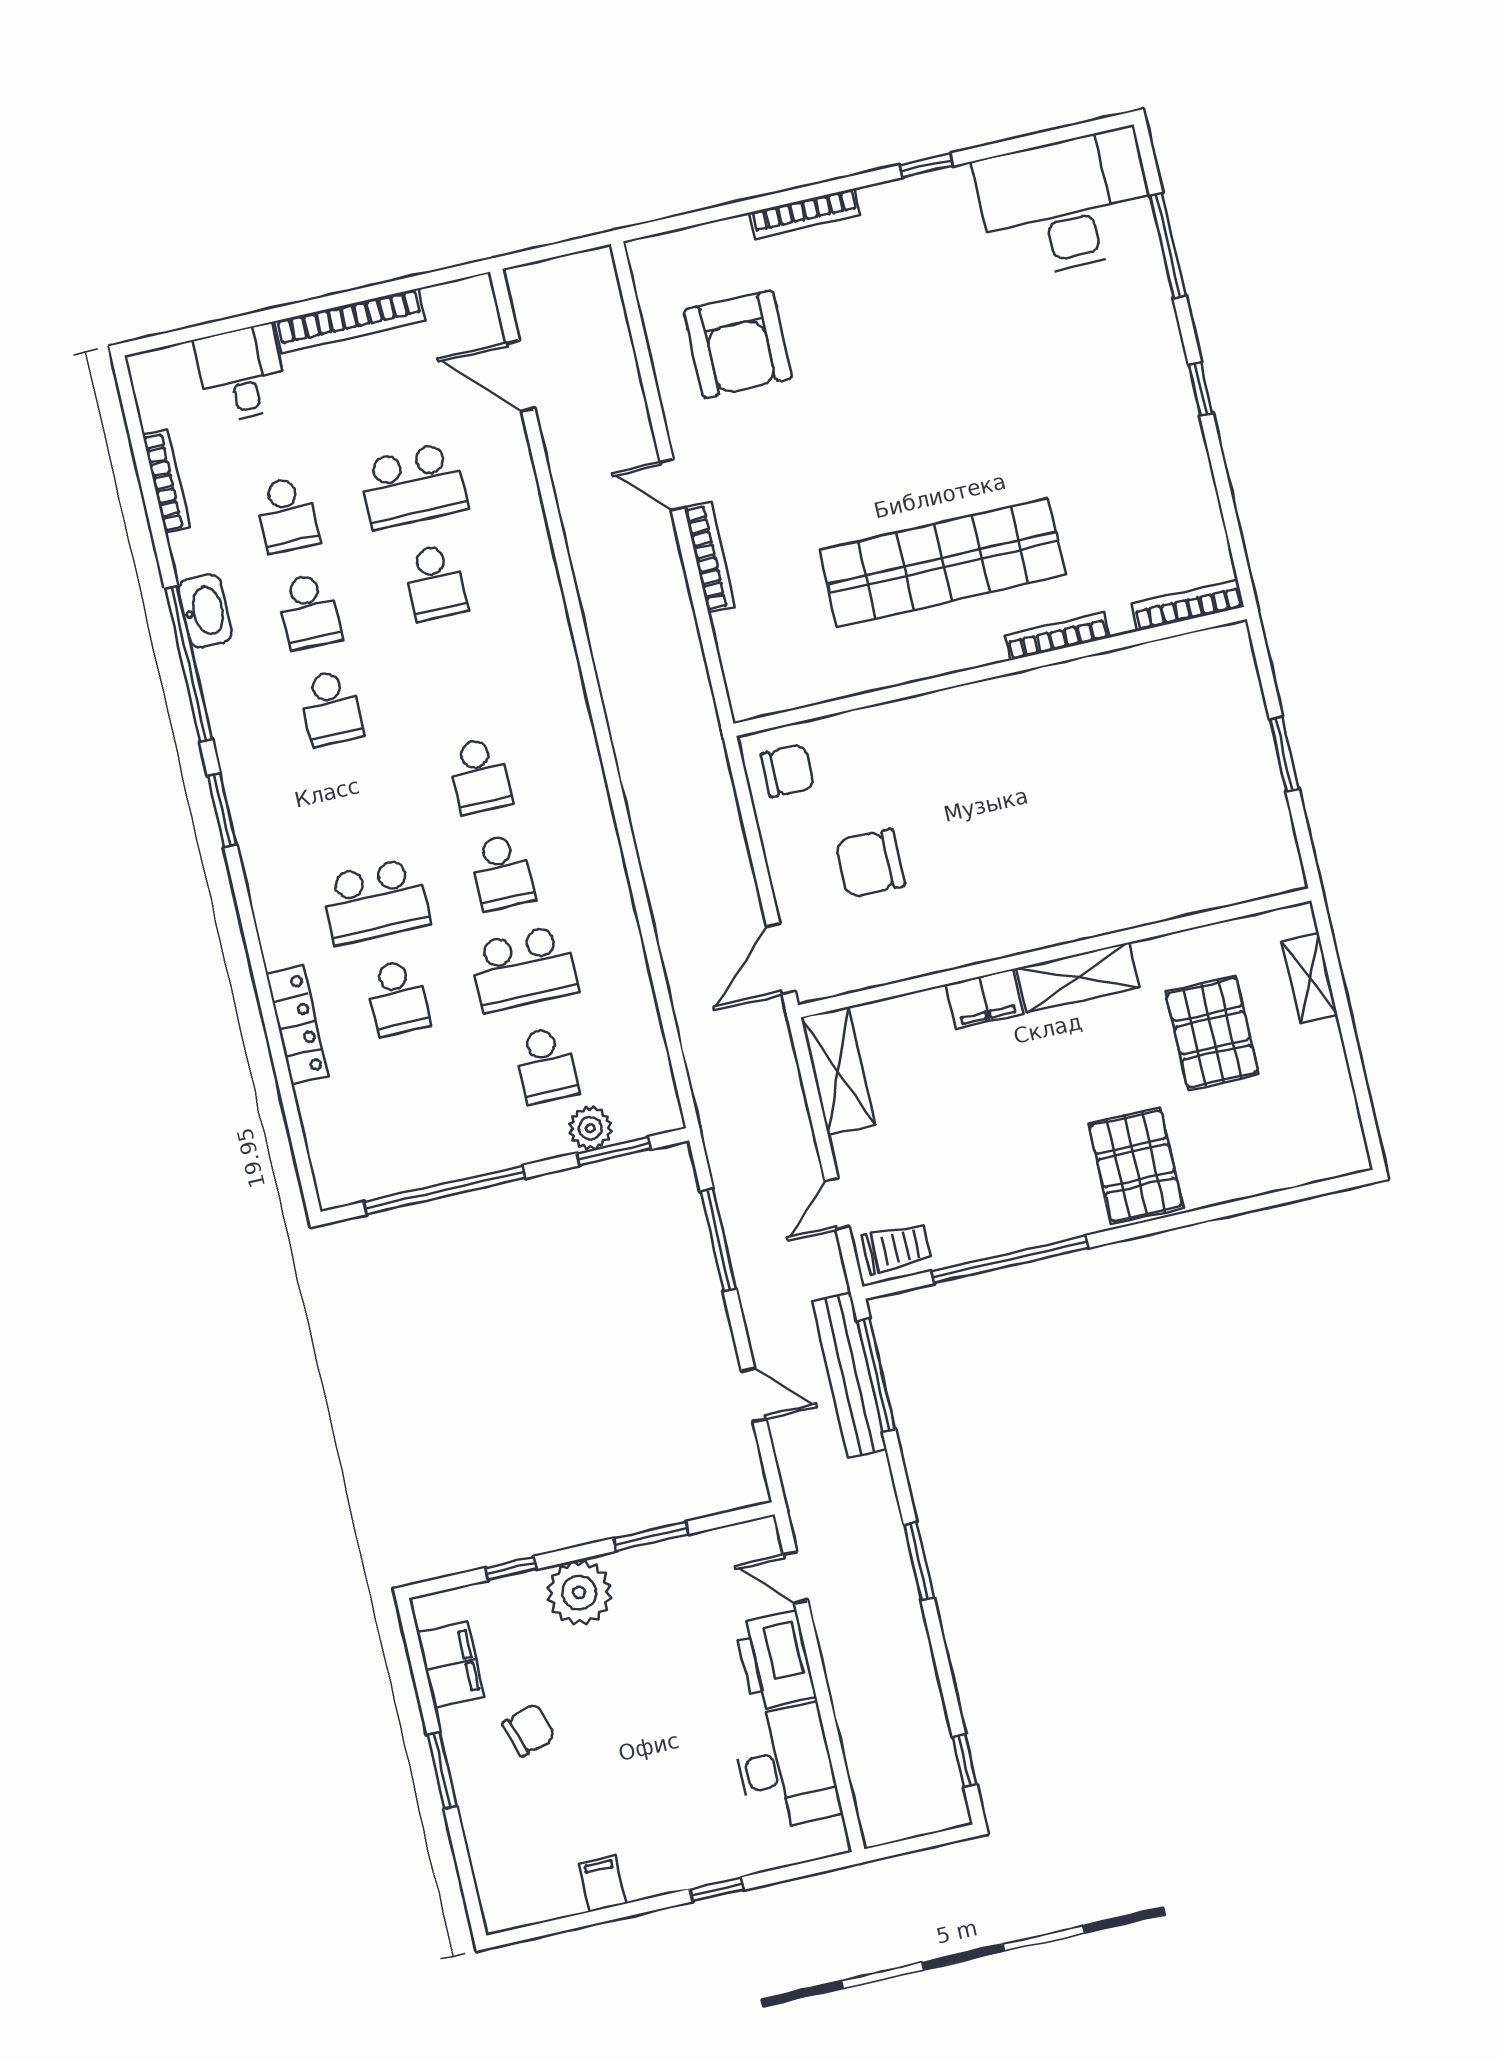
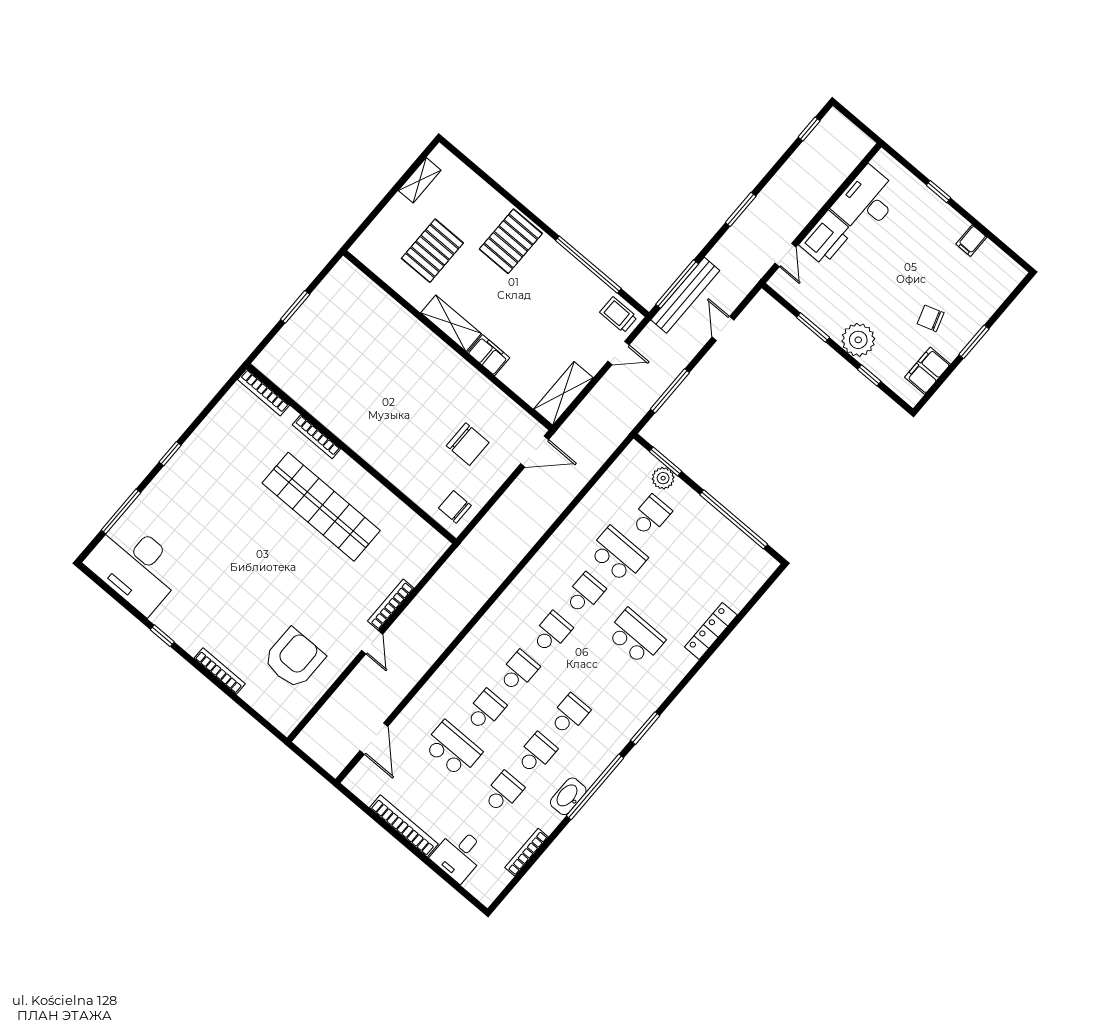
shelving: (1310, 978) -> (420, 180), moved
school desk: (397, 998) -> (519, 671), moved

